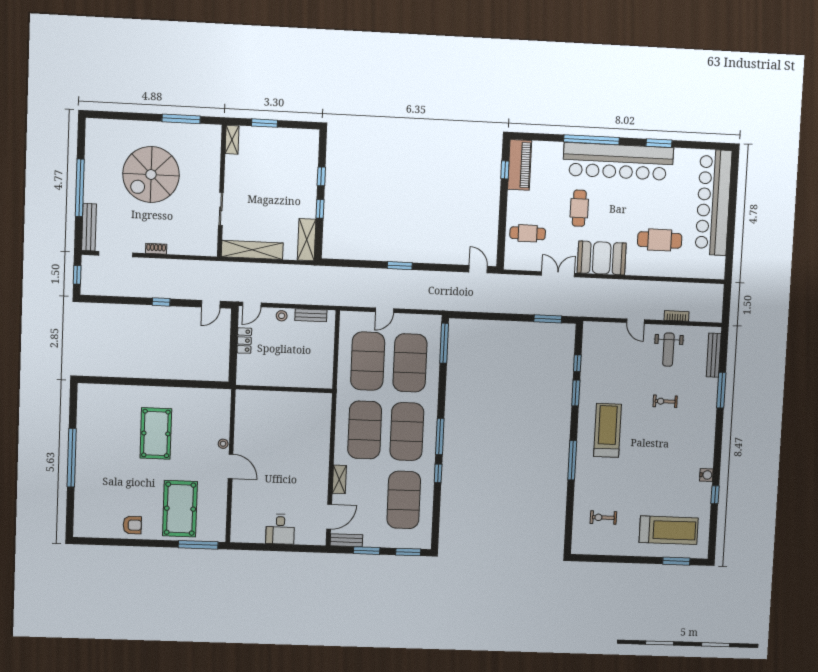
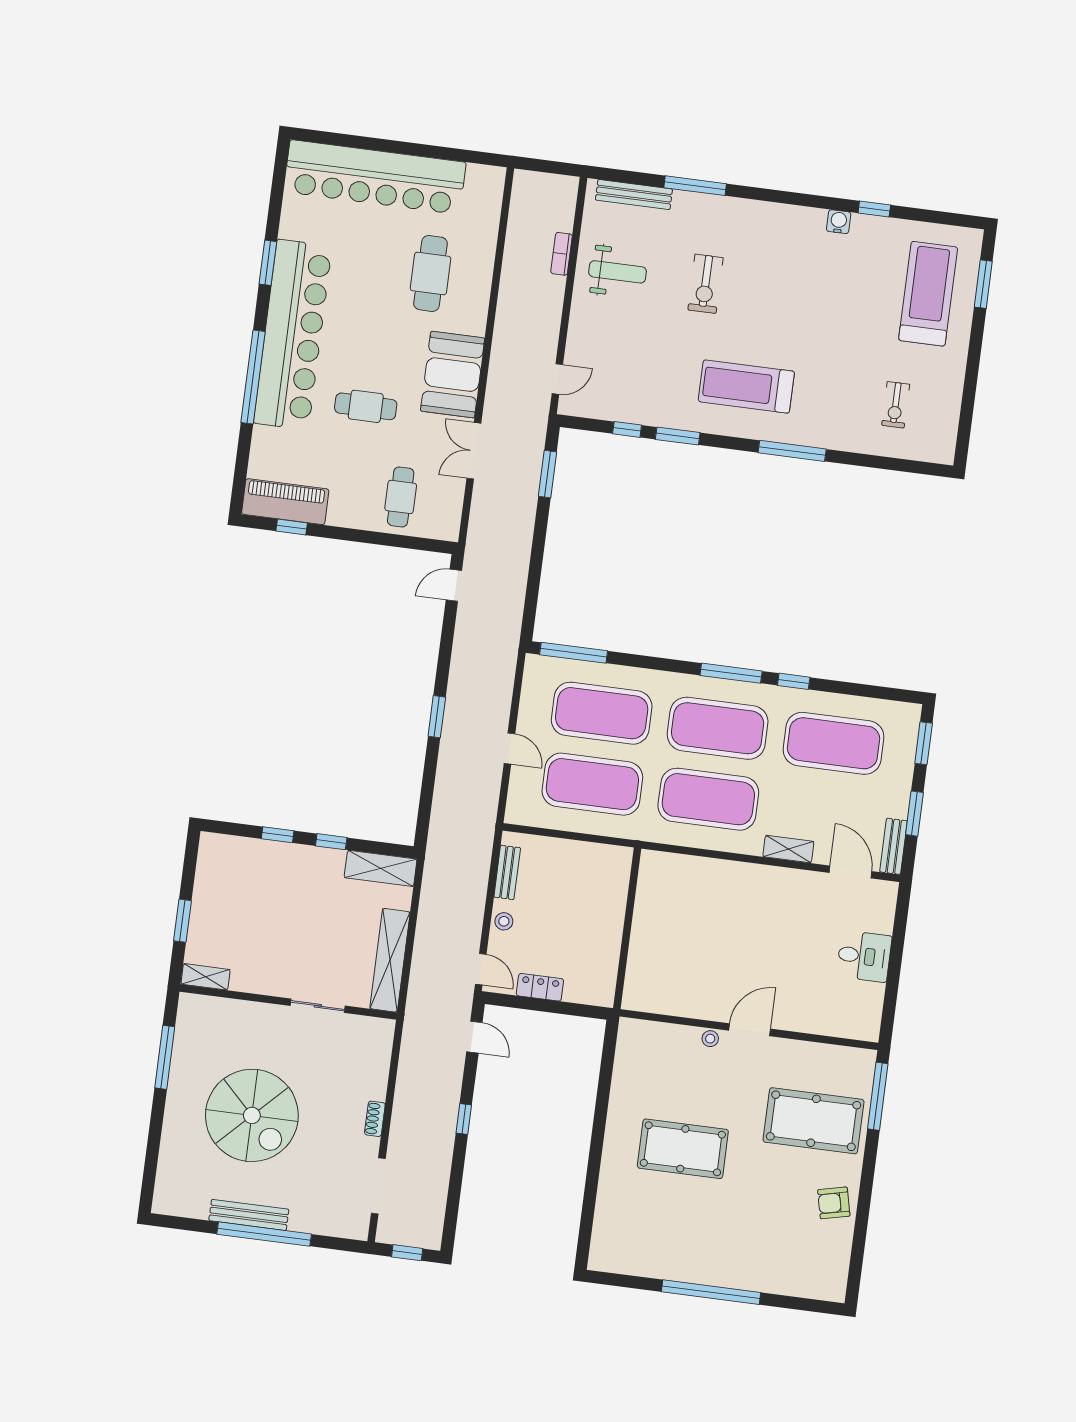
bench: (89, 227) -> (249, 1215), moved
door: (635, 321) -> (557, 379), moved
exercise bike: (665, 401) -> (706, 284), width x1.38, depth x1.39
armchair: (132, 525) -> (834, 1203), turned -103

